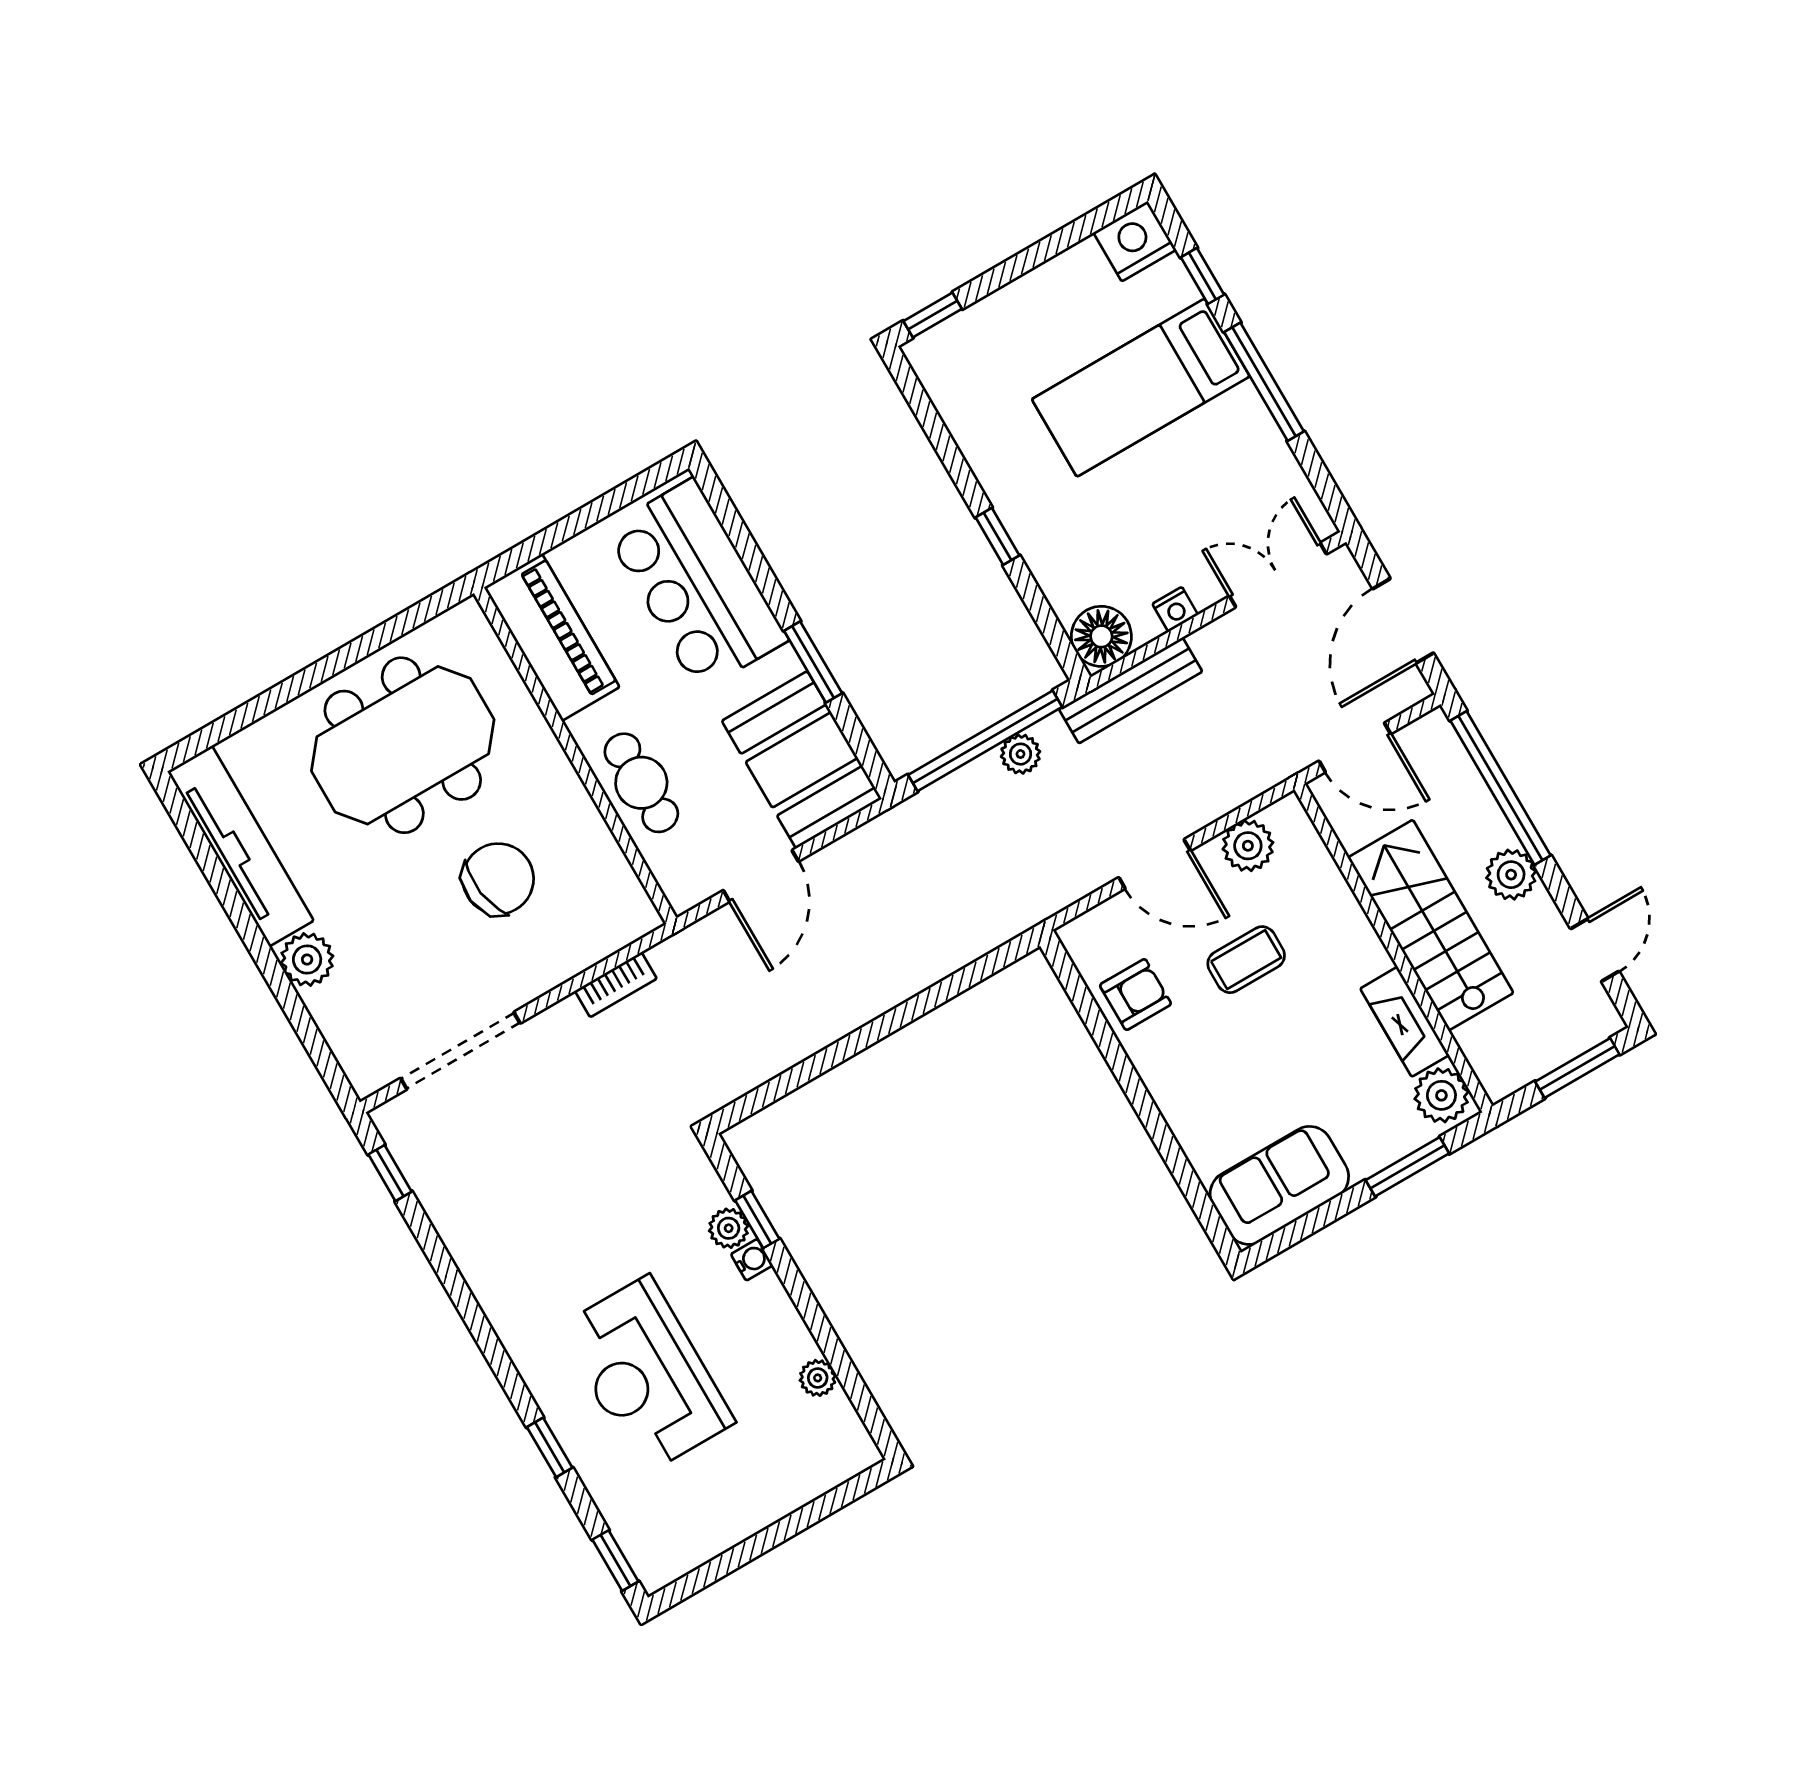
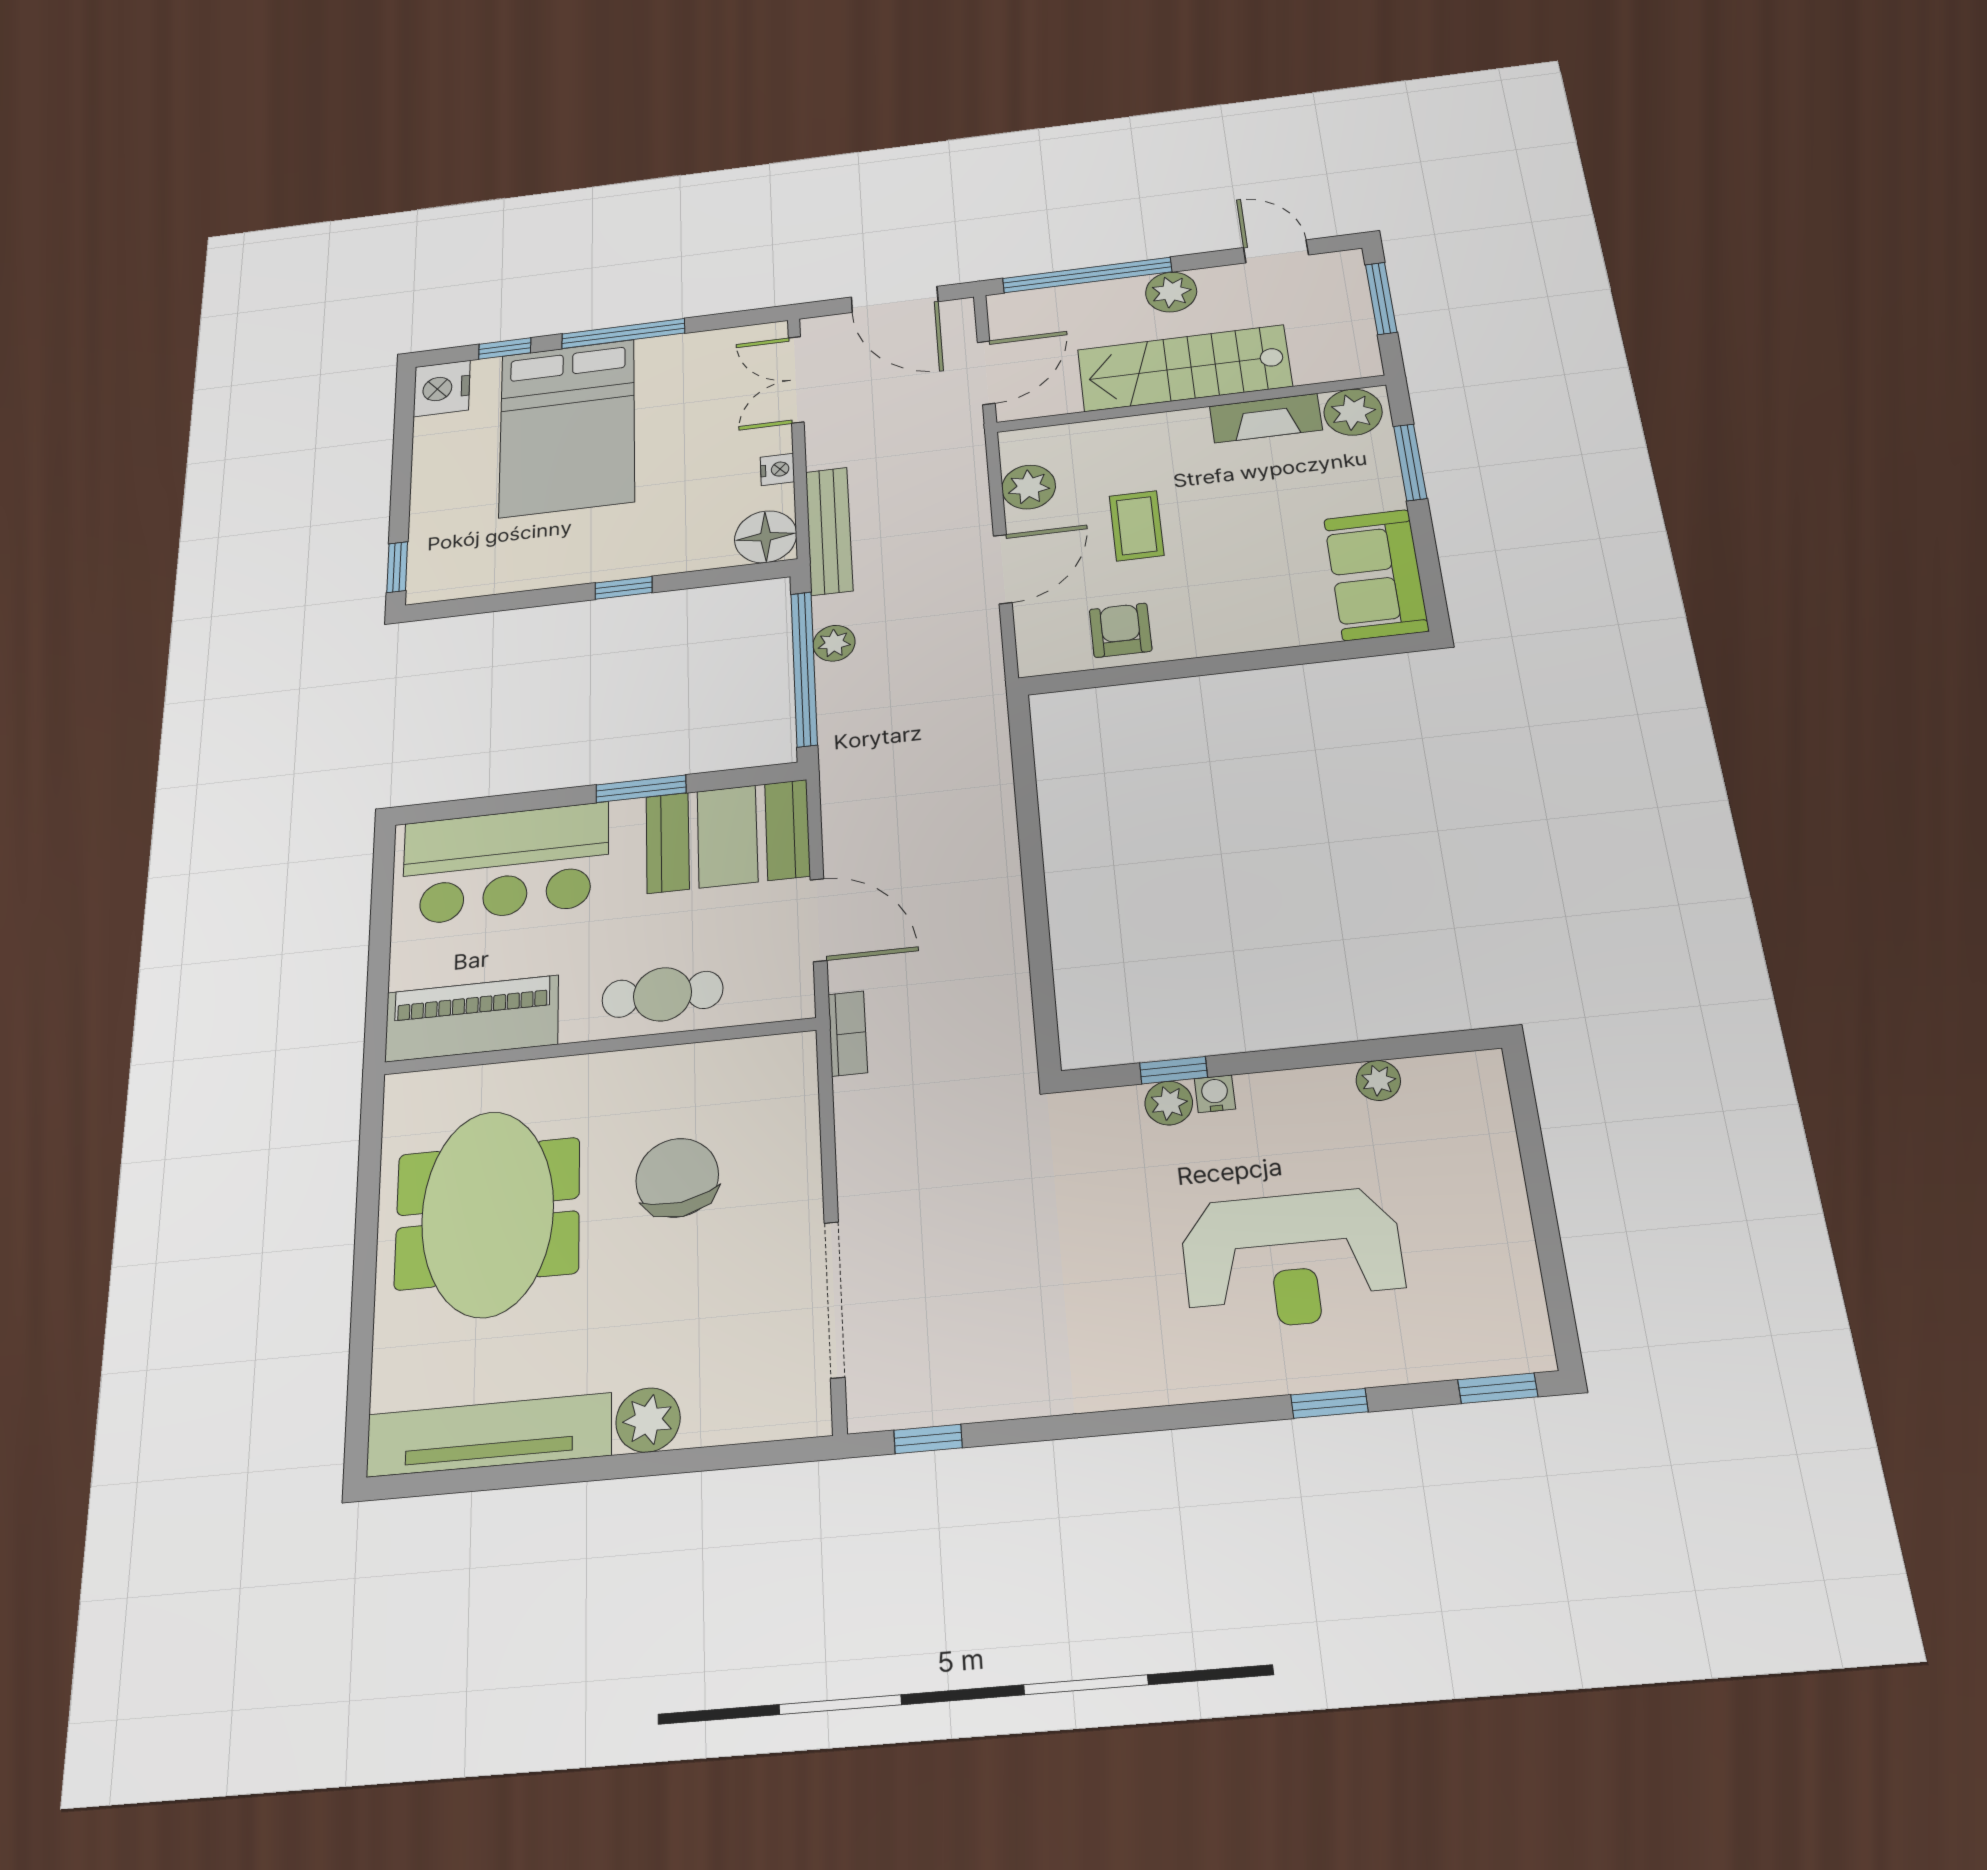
bed: (1141, 388) -> (567, 428), width x1.50
bookcase: (616, 985) -> (848, 1033), moved

